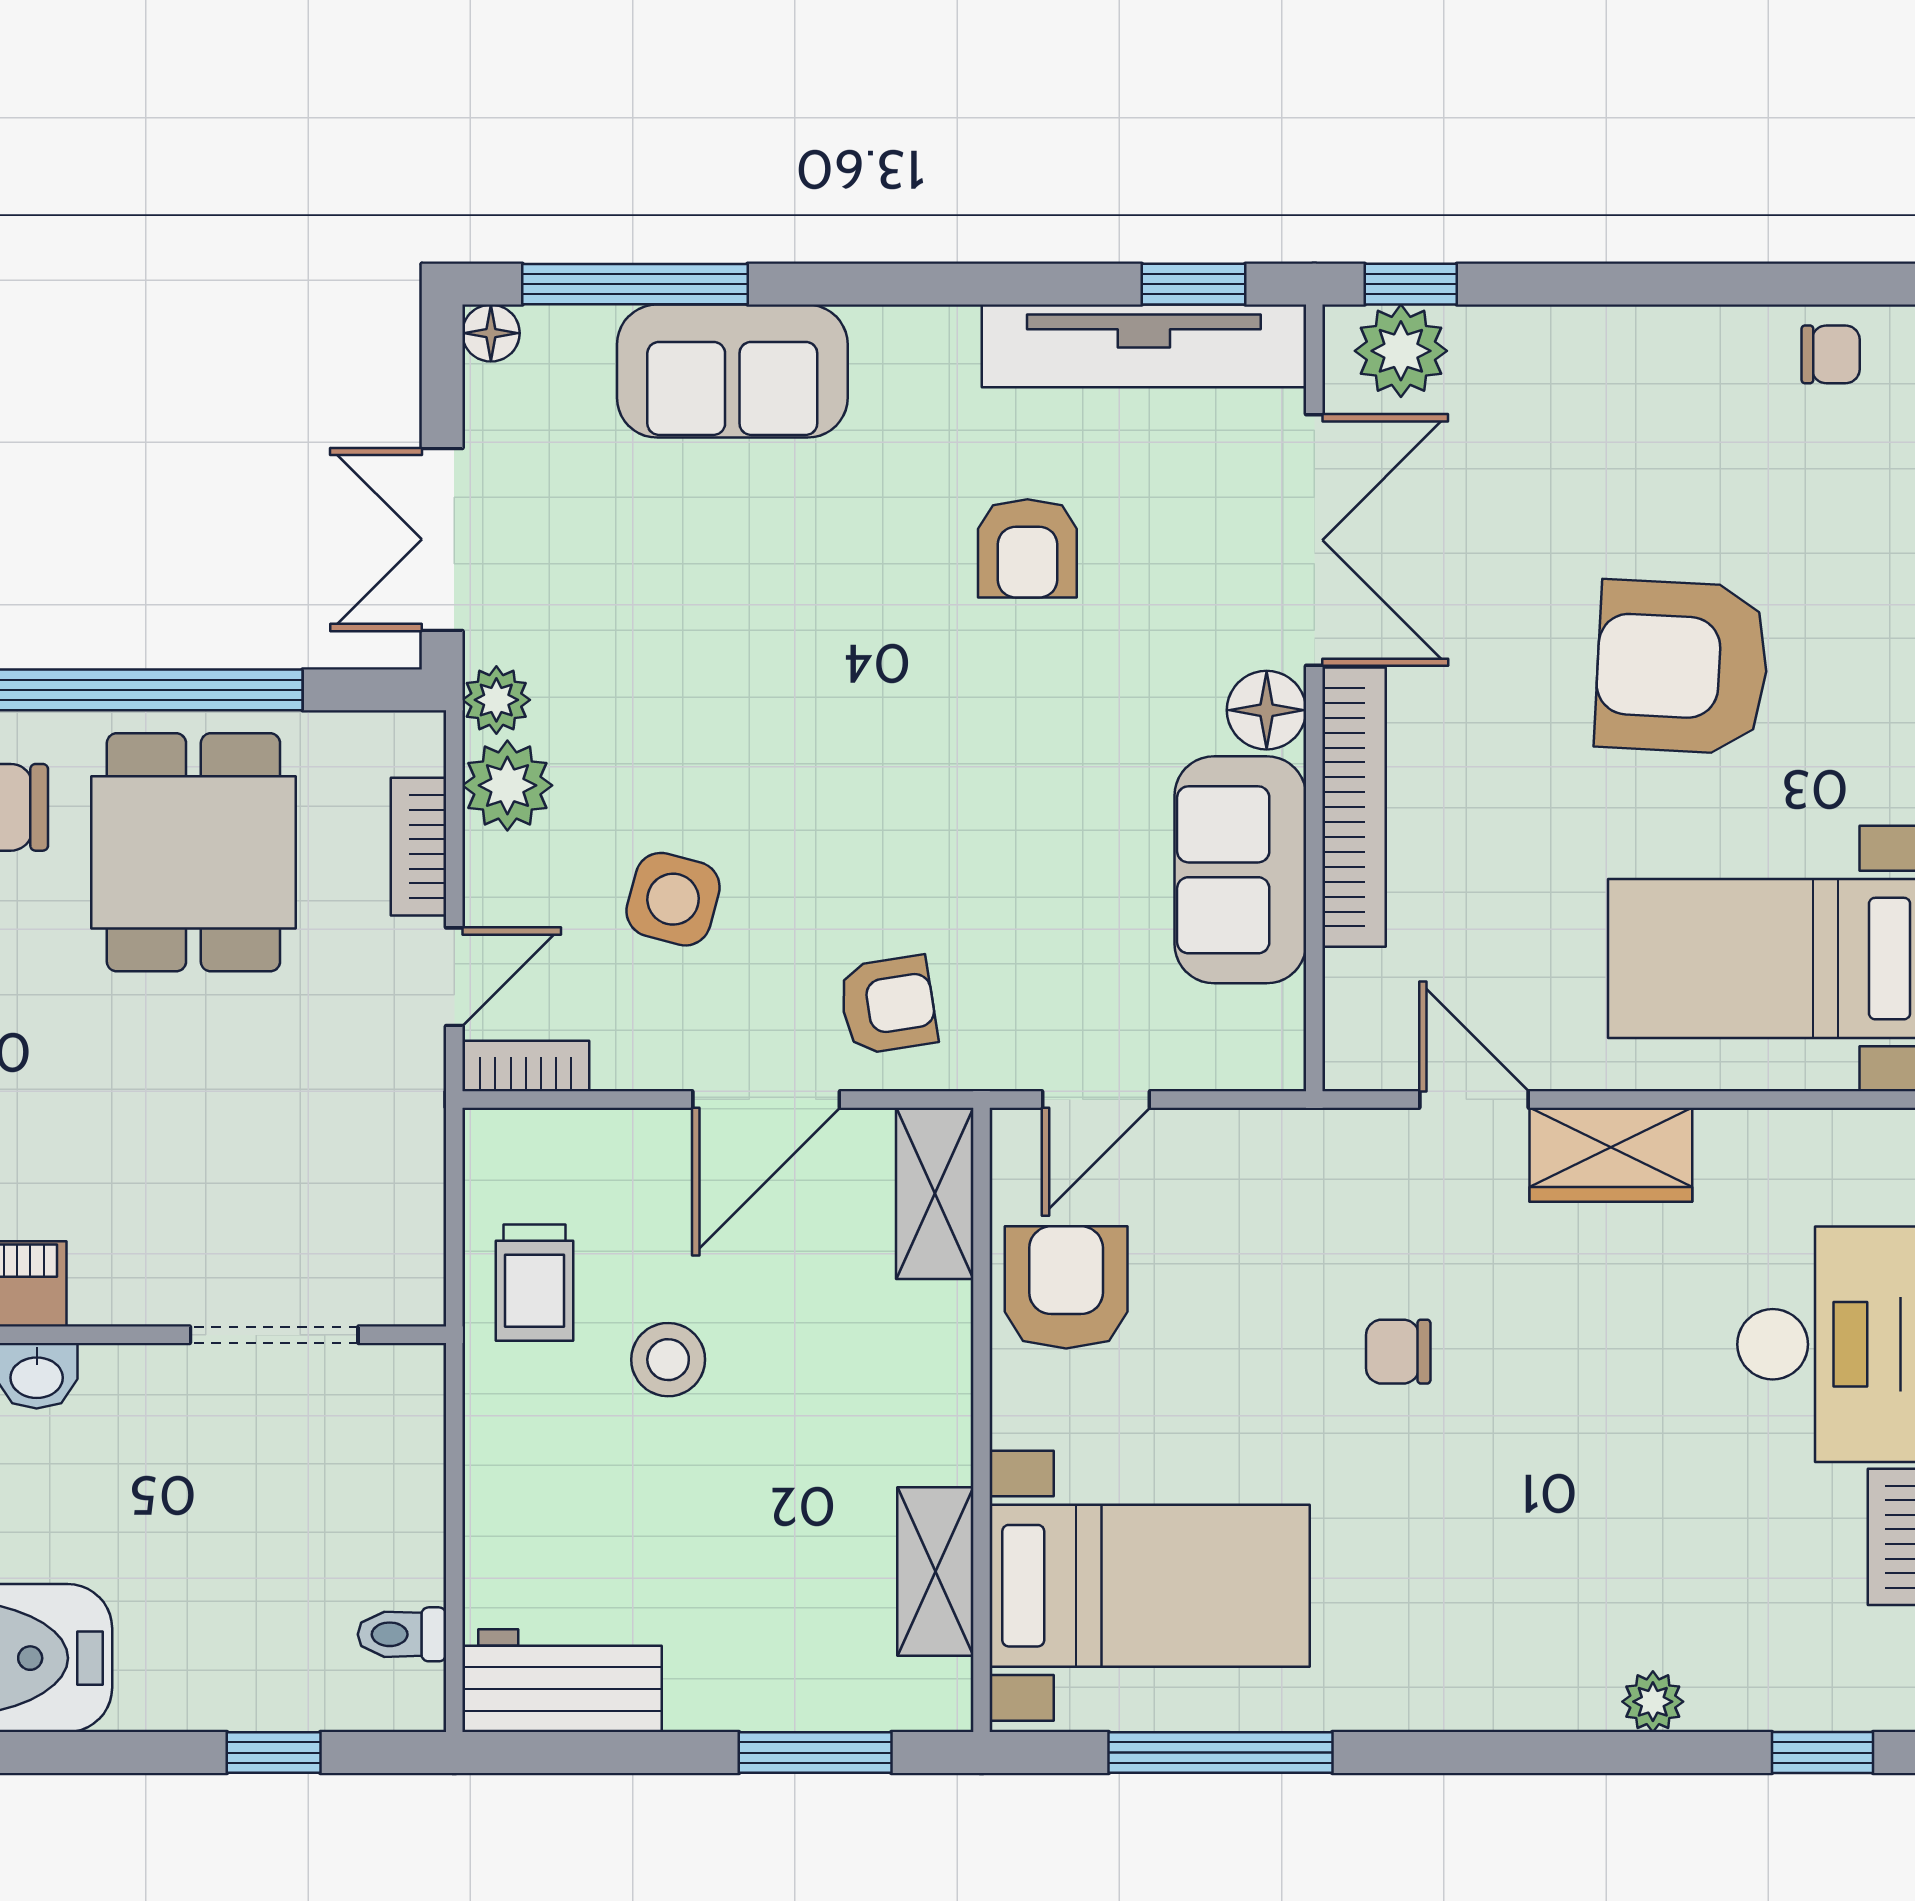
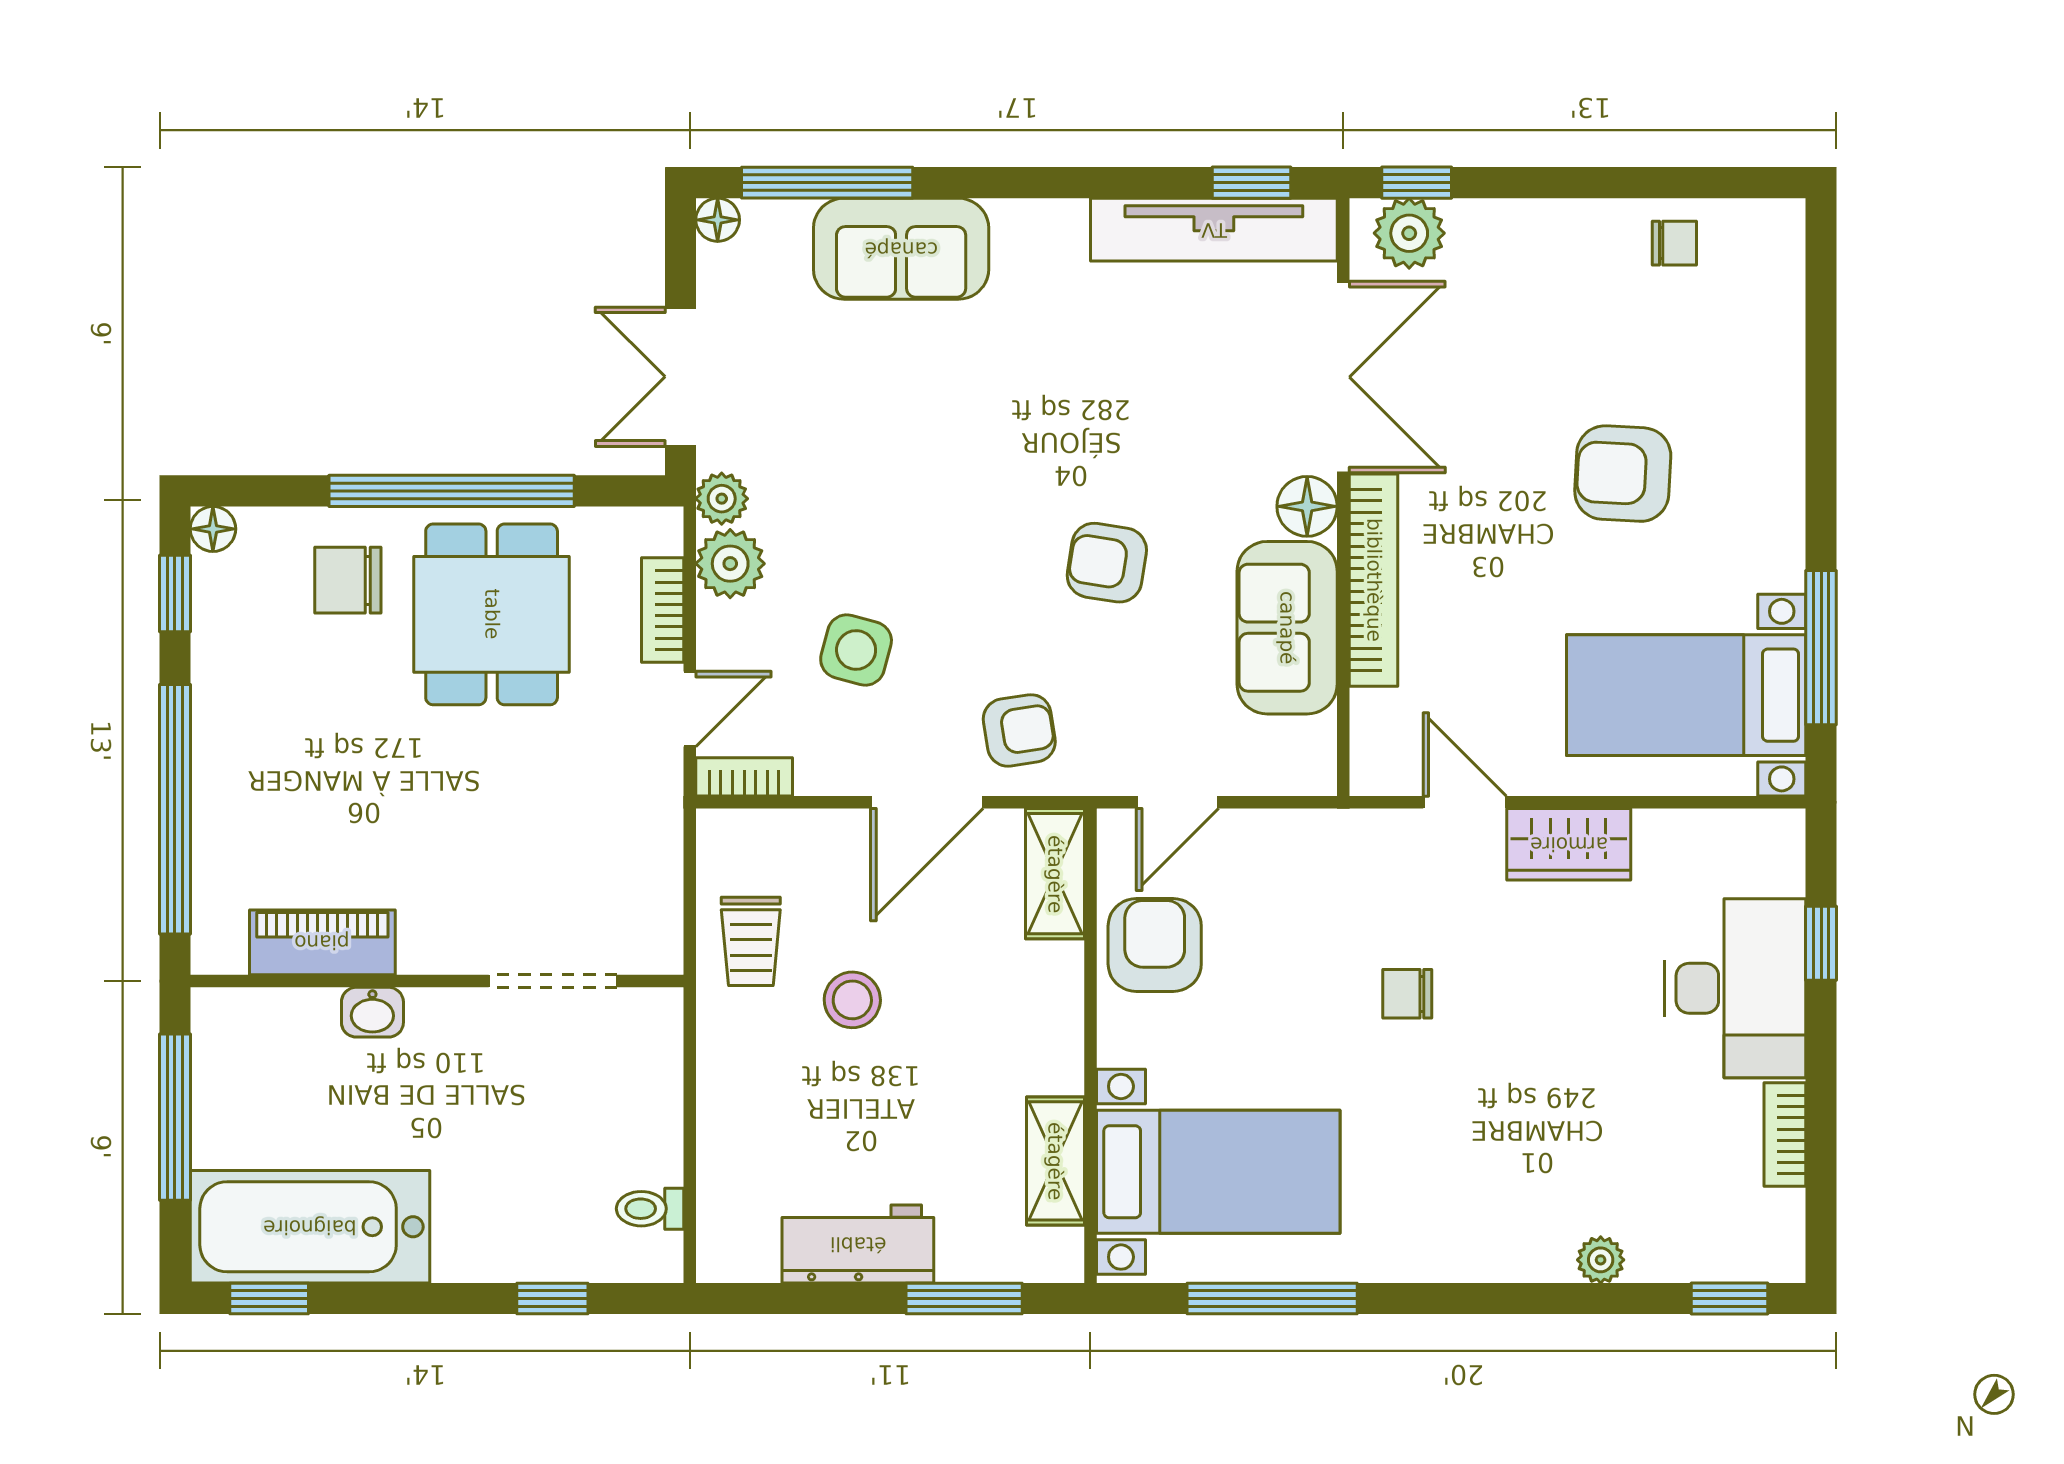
chair: (1831, 354) -> (1674, 243), moved
armchair: (1027, 548) -> (1107, 563), moved, turned 99
armchair: (1682, 667) -> (1623, 474), width x0.73, depth x0.73
workbench: (562, 1681) -> (858, 1244), moved

